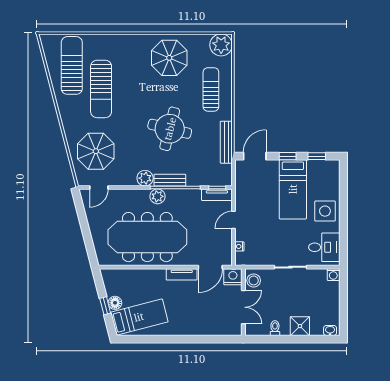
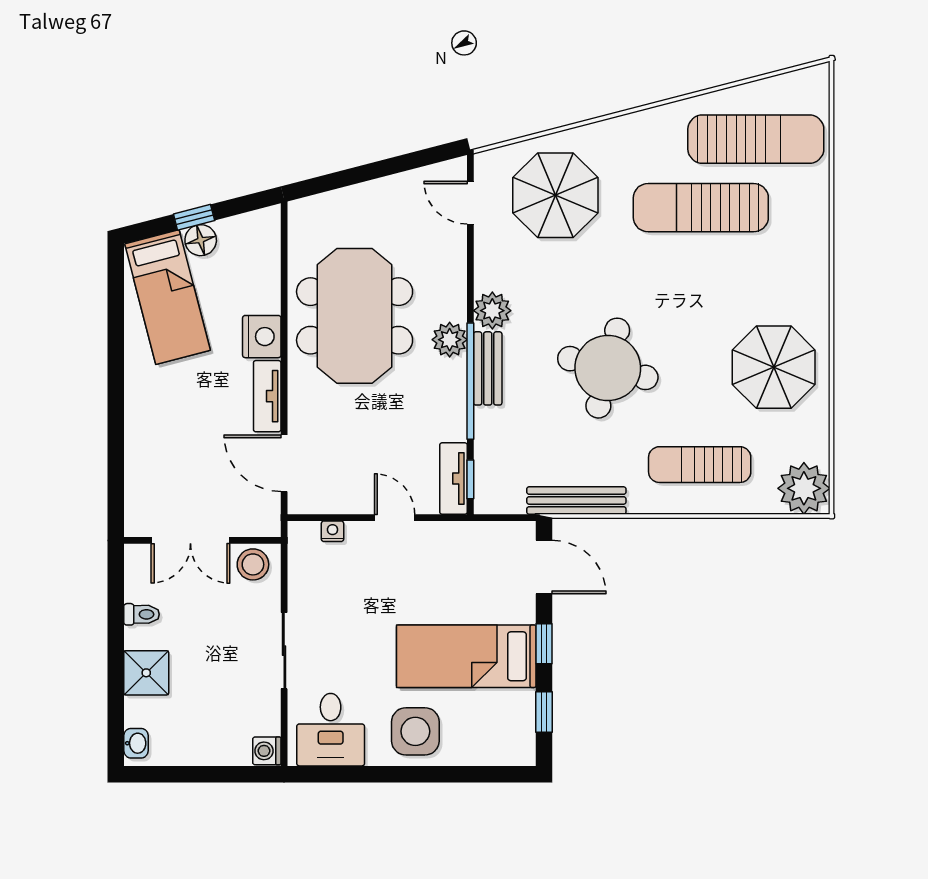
sun lounger: (211, 89) -> (700, 465), turned 180
meeting table: (147, 237) -> (355, 316), width x0.73
nightstand: (233, 277) -> (262, 337), moved

